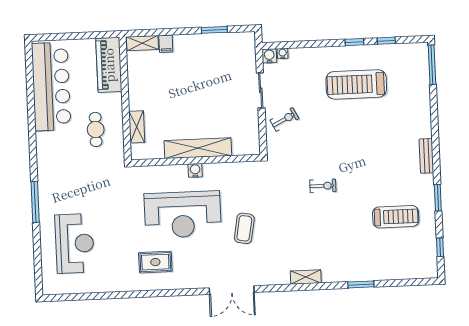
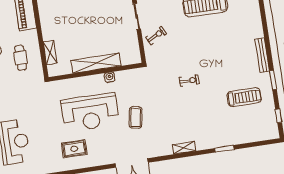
bench: (426, 156) -> (262, 55), width x1.36
water cooler: (195, 170) -> (110, 77), moved

